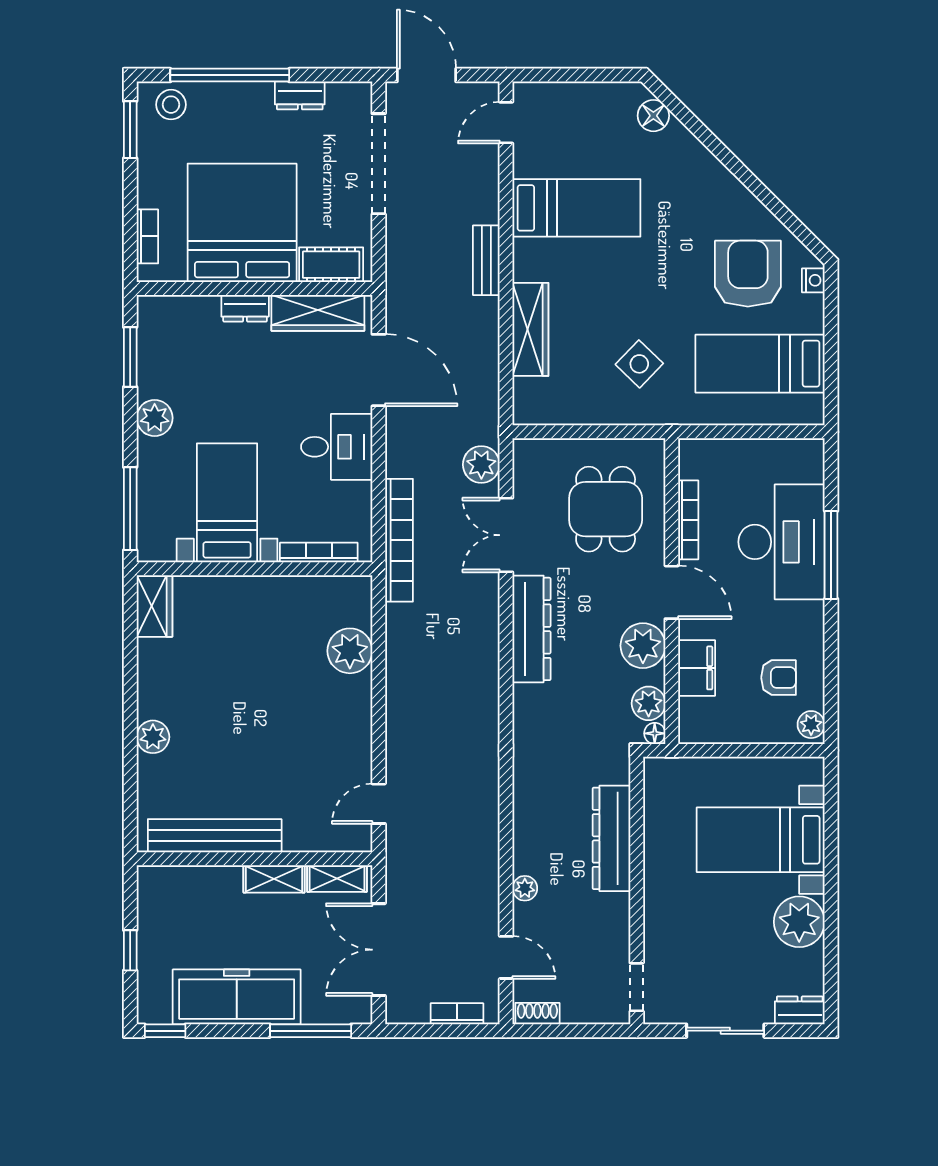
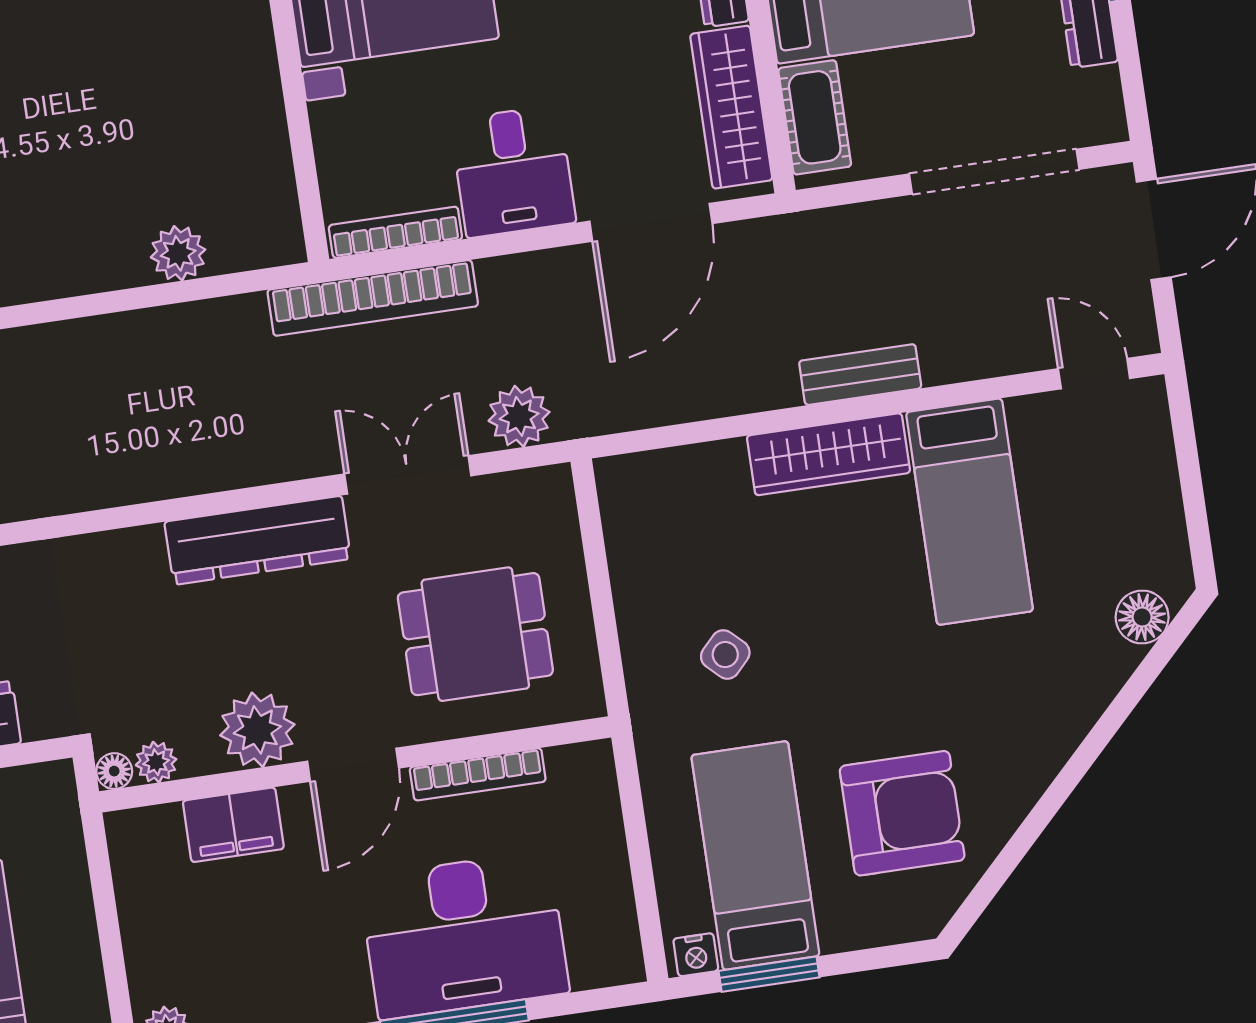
nightstand: (813, 280) -> (696, 955), moved
wardrobe: (530, 329) -> (828, 454), moved
side table: (639, 364) -> (725, 655), width x0.73, depth x0.73
window: (831, 366) -> (769, 974), added
bookcase: (319, 552) -> (395, 232), moved, turned -90
plant: (350, 651) -> (178, 253), width x0.73, depth x0.73
armchair: (779, 678) -> (238, 963), removed
plant: (649, 703) -> (156, 762), width x0.73, depth x0.73

